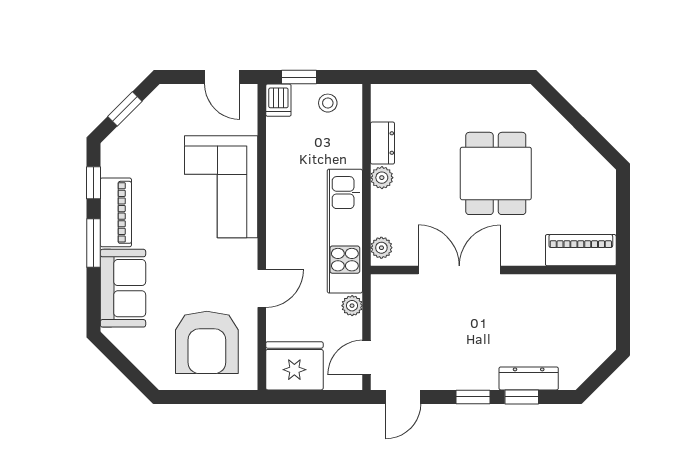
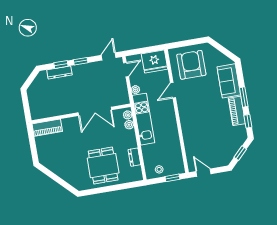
dishwasher: (278, 100) -> (179, 167), removed
dining table: (496, 173) -> (103, 166), moved
plant: (382, 178) -> (129, 125), moved
corner sofa: (221, 187) -> (196, 128), removed

